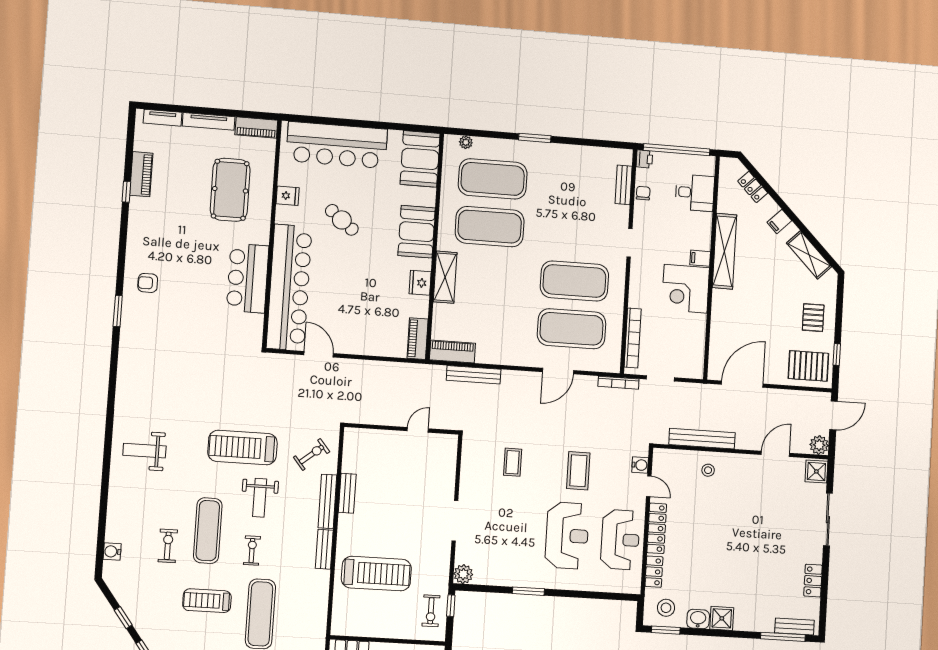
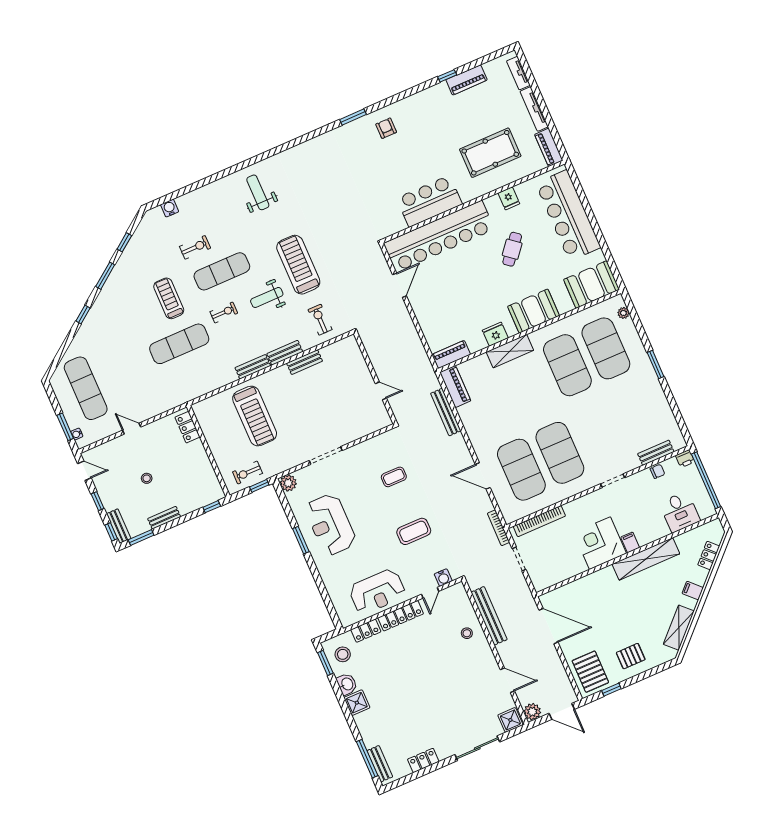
exercise bike: (312, 454) -> (320, 320), turned -141
bench: (327, 501) -> (285, 353), width x0.73
reception desk: (567, 536) -> (330, 525), moved, turned 90

